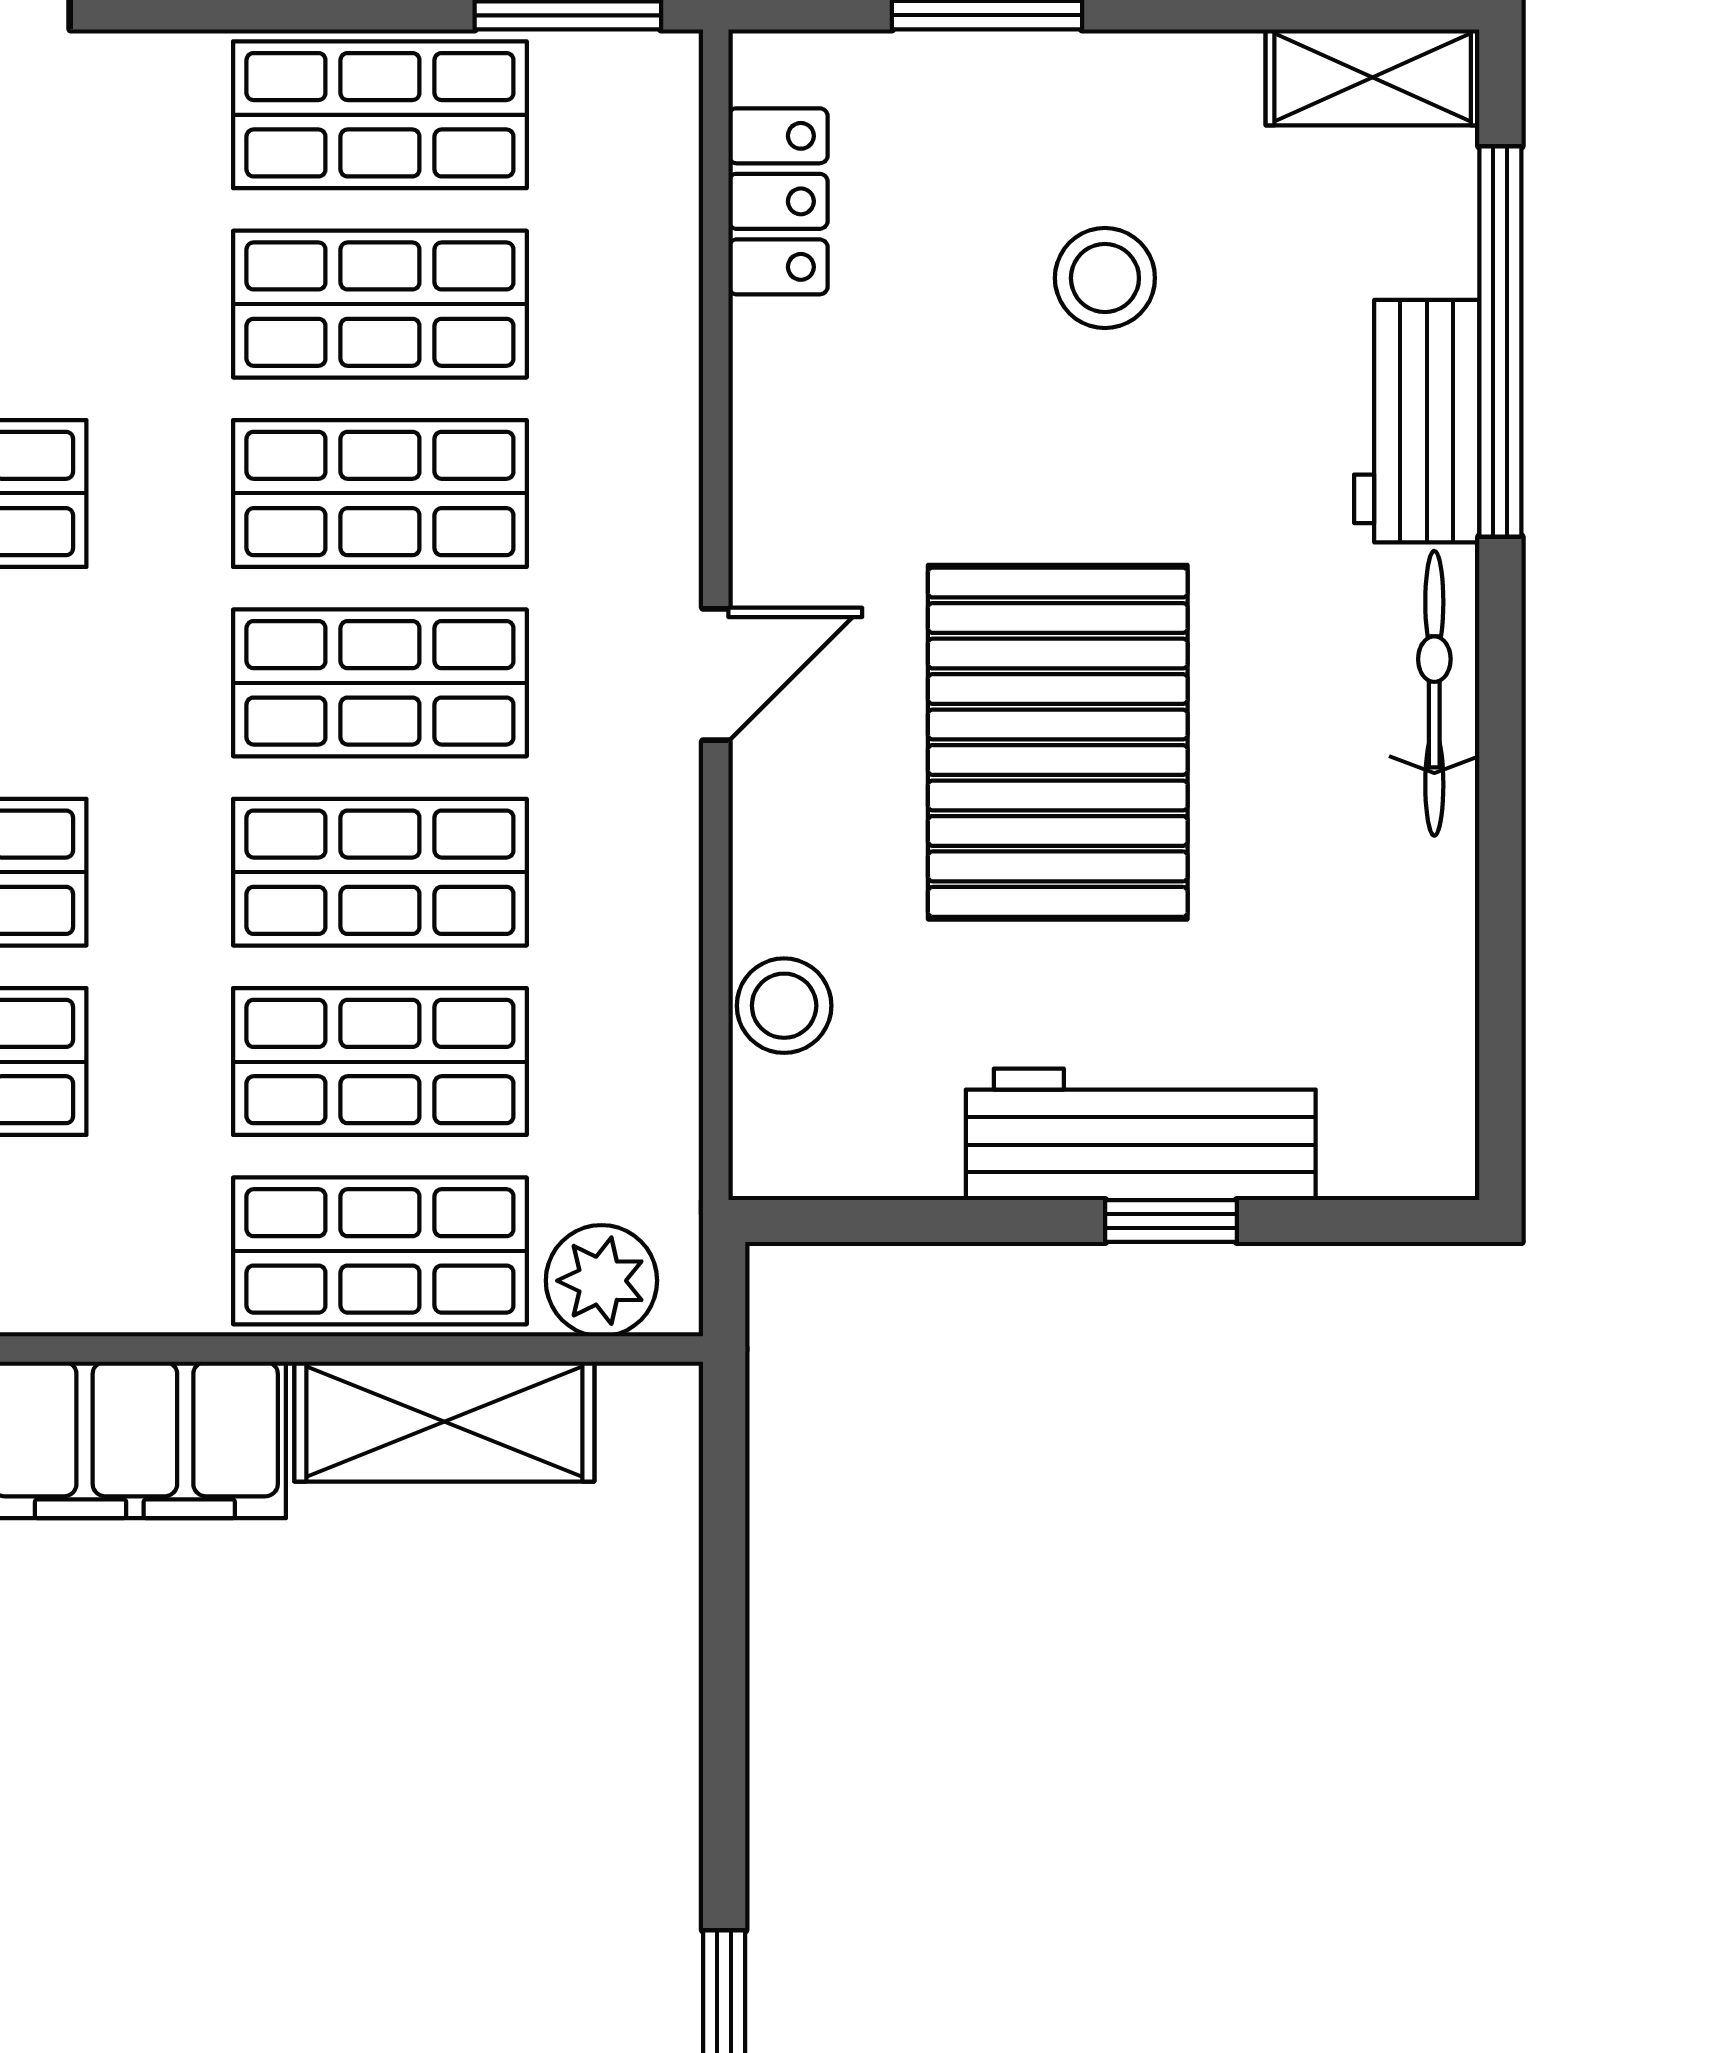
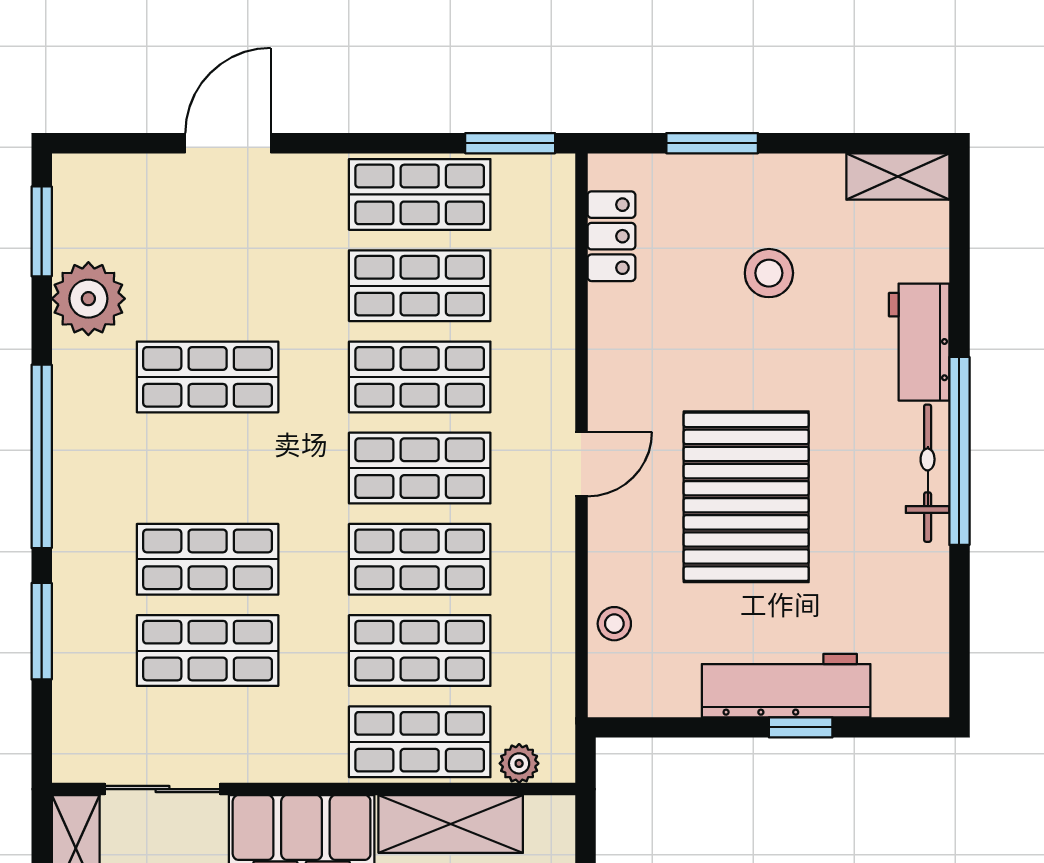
window: (1500, 342) -> (959, 451), moved
stool: (784, 1006) -> (614, 624), width x0.73, depth x0.73
plant: (601, 1281) -> (519, 763), width x0.73, depth x0.73

